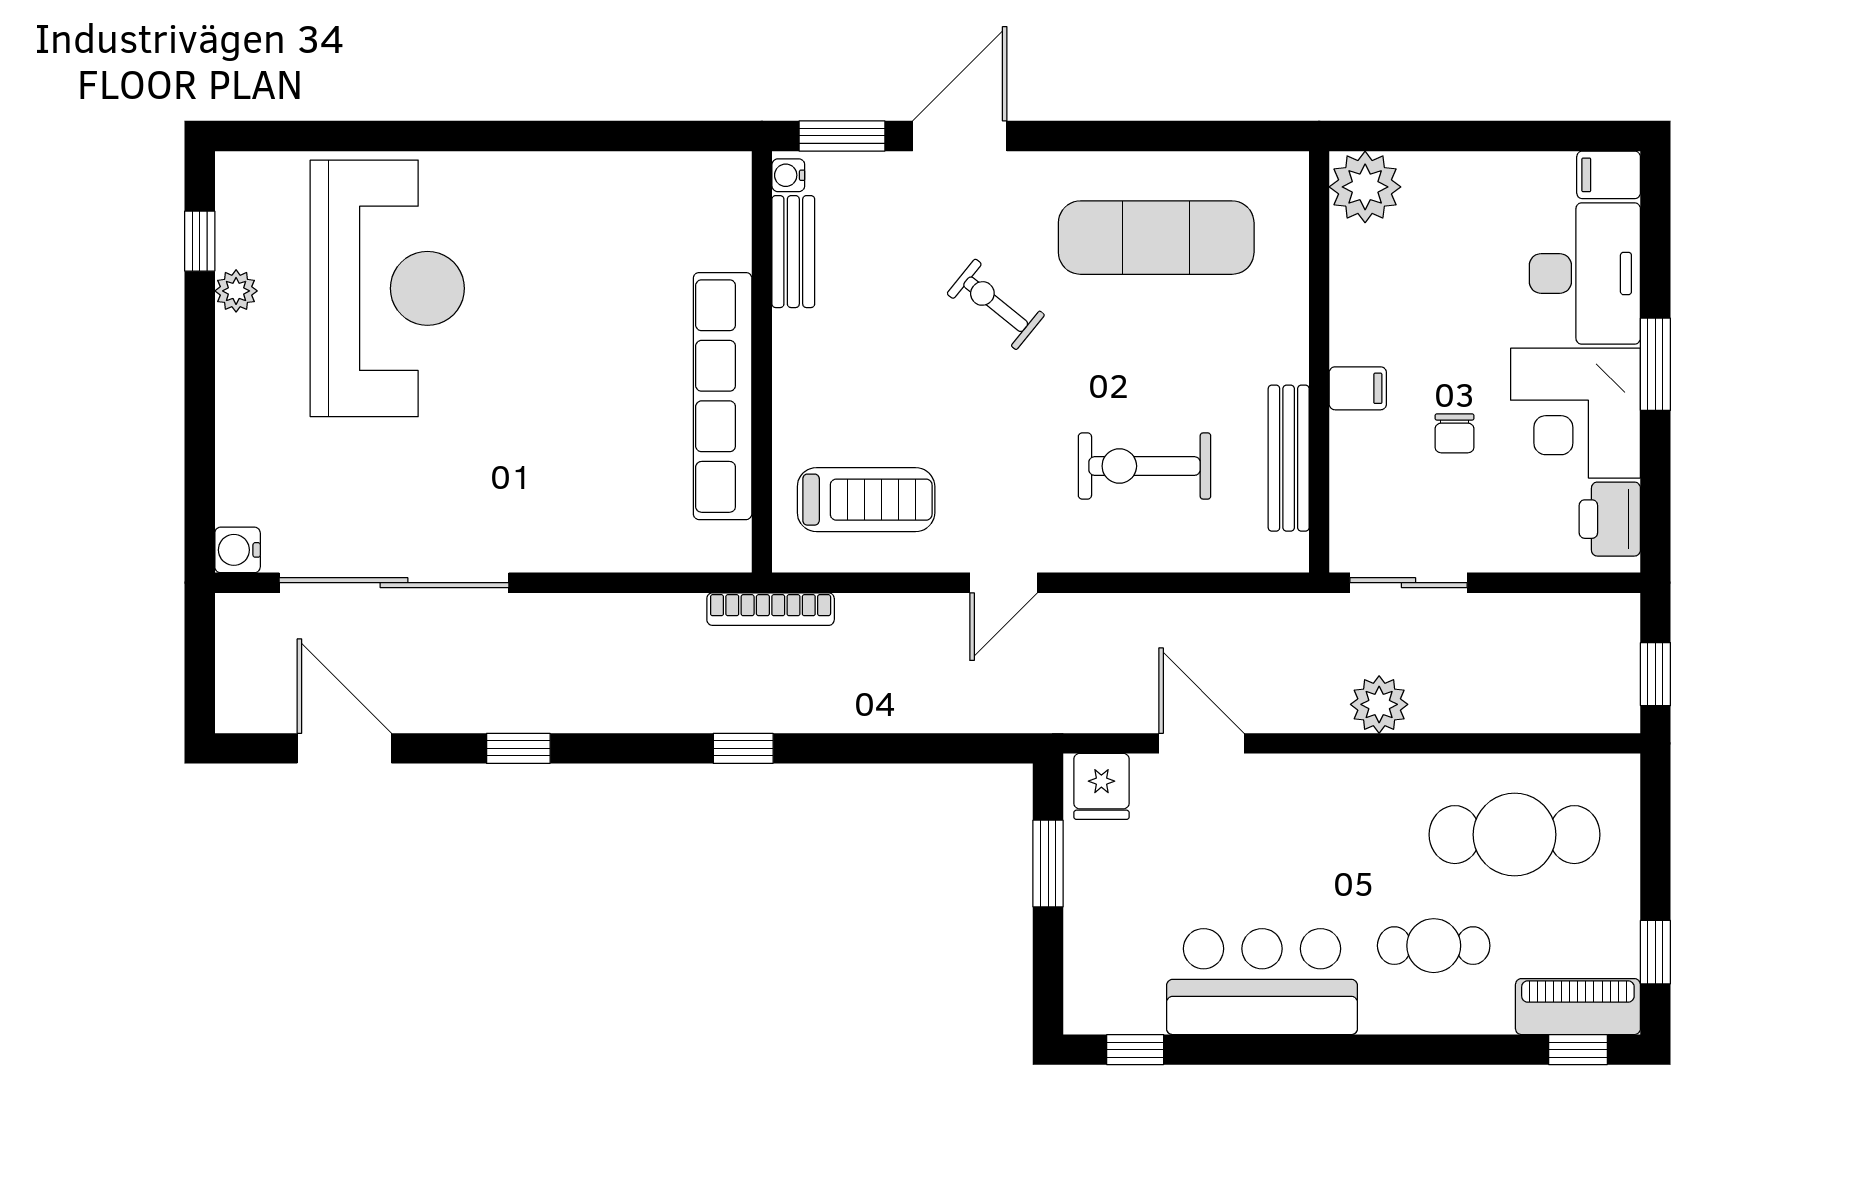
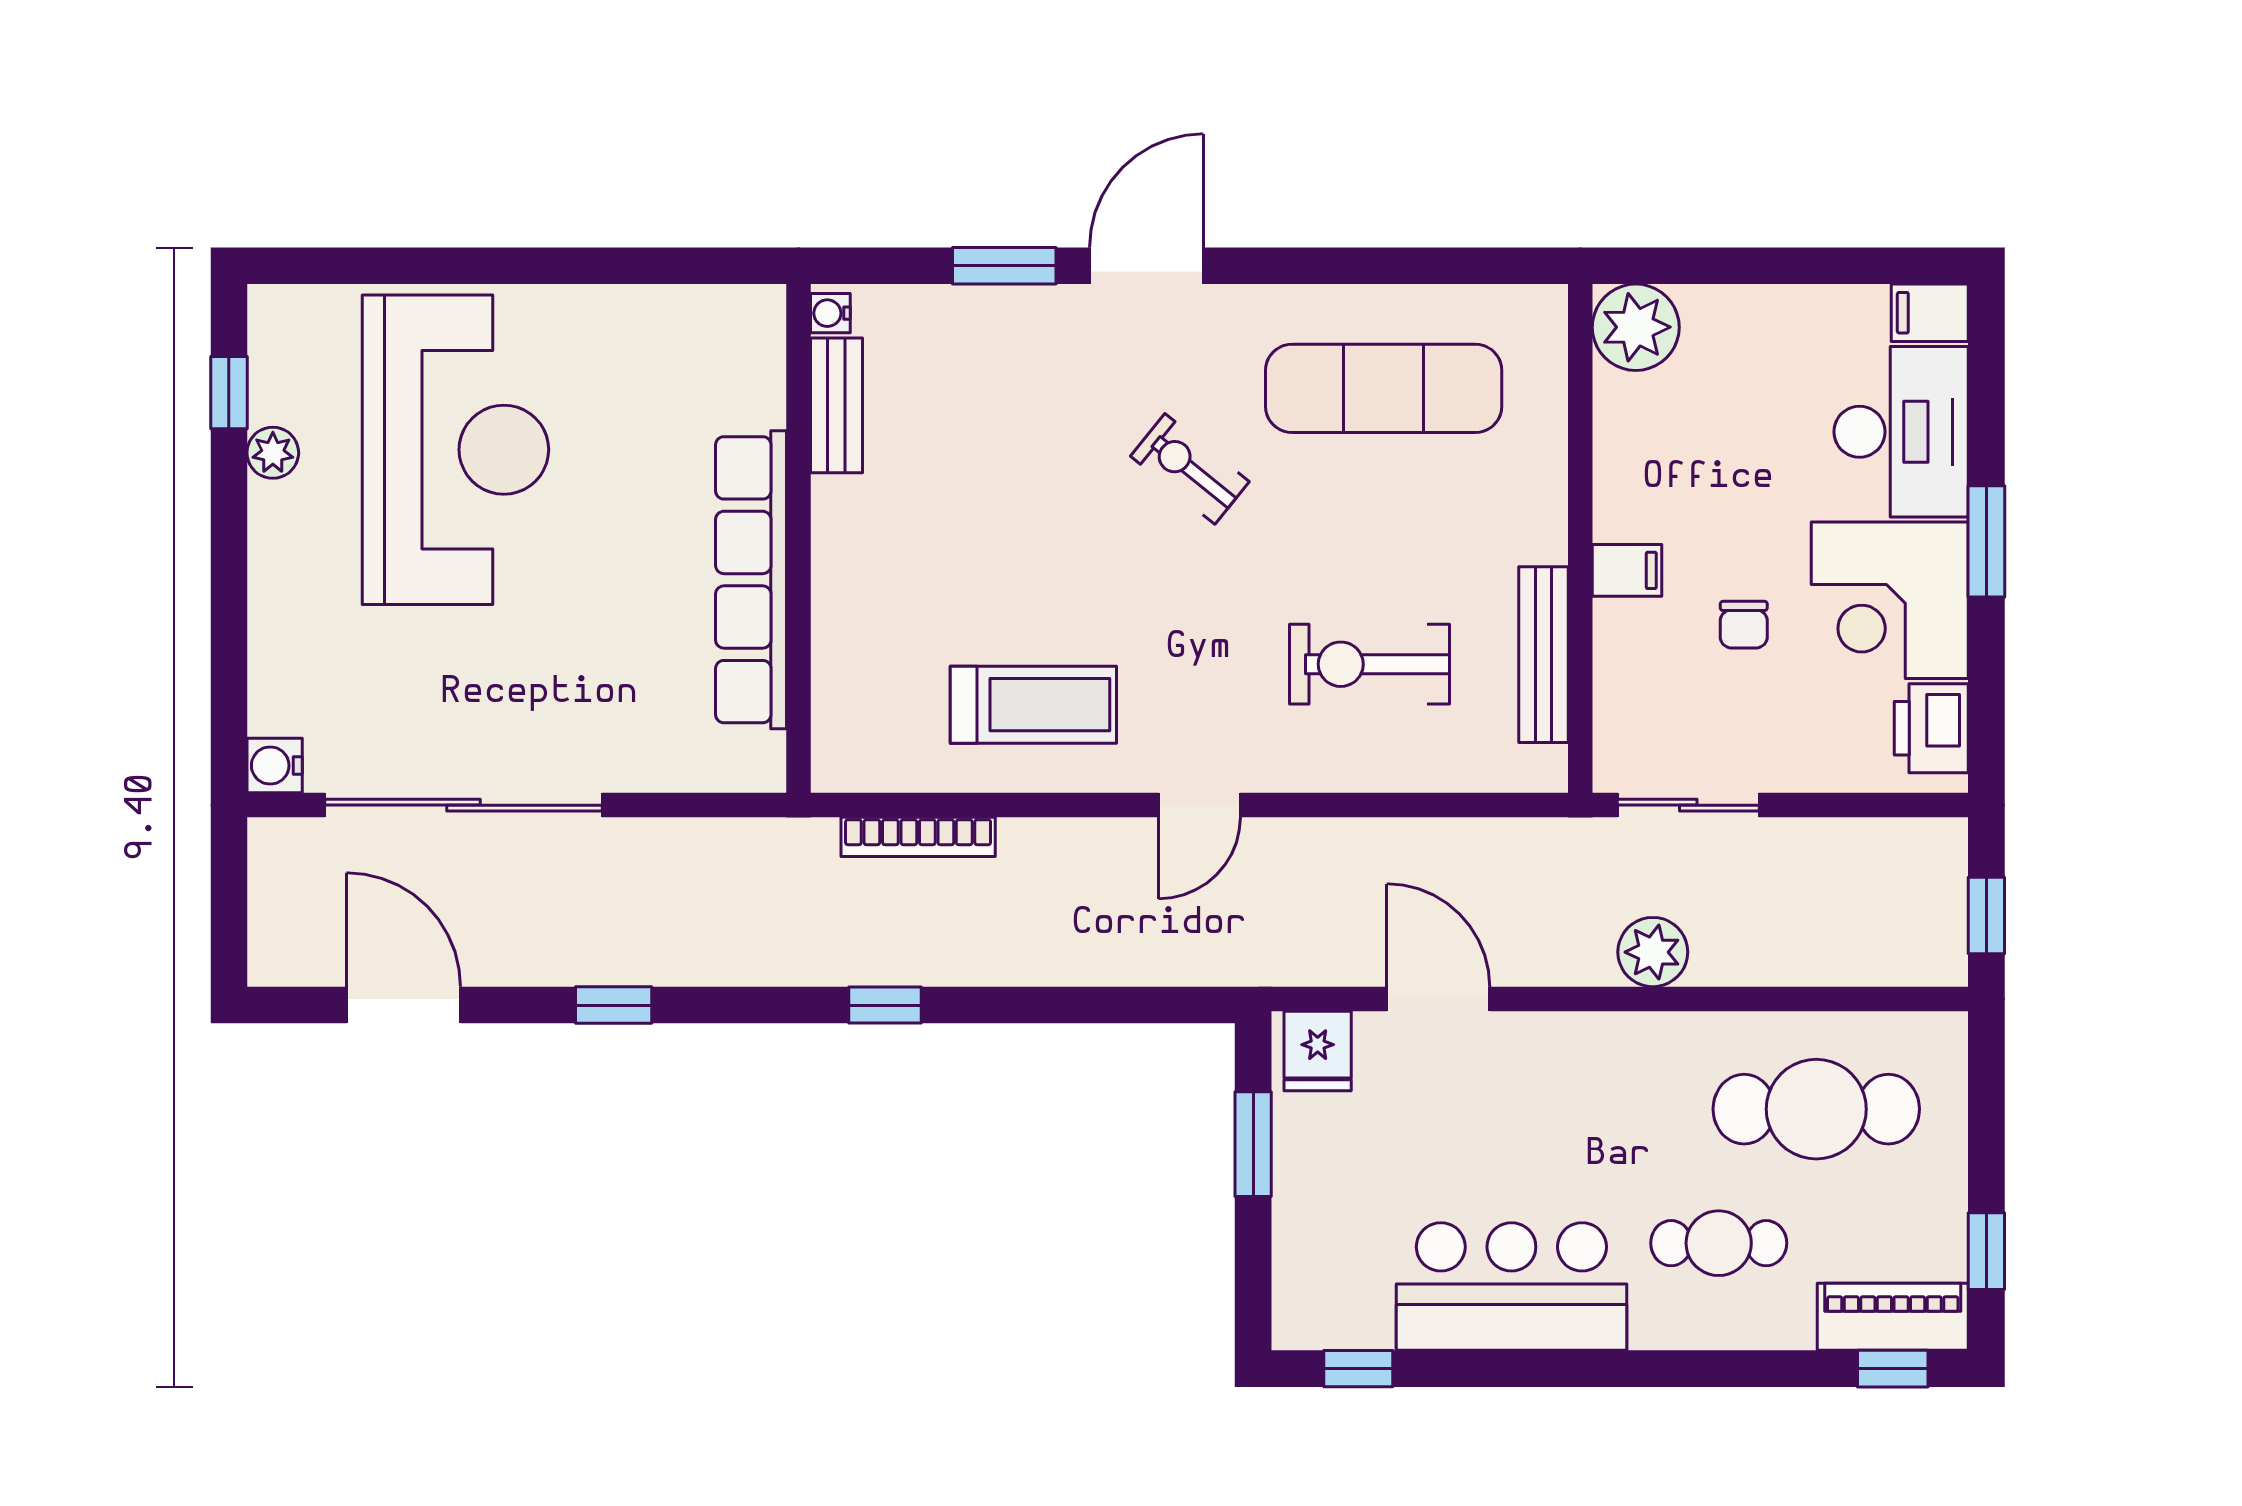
water cooler: (788, 175) -> (830, 313), moved
bench: (793, 252) -> (836, 405), moved
wall: (762, 362) -> (799, 538), moved
row of seats: (723, 396) -> (751, 580), moved

